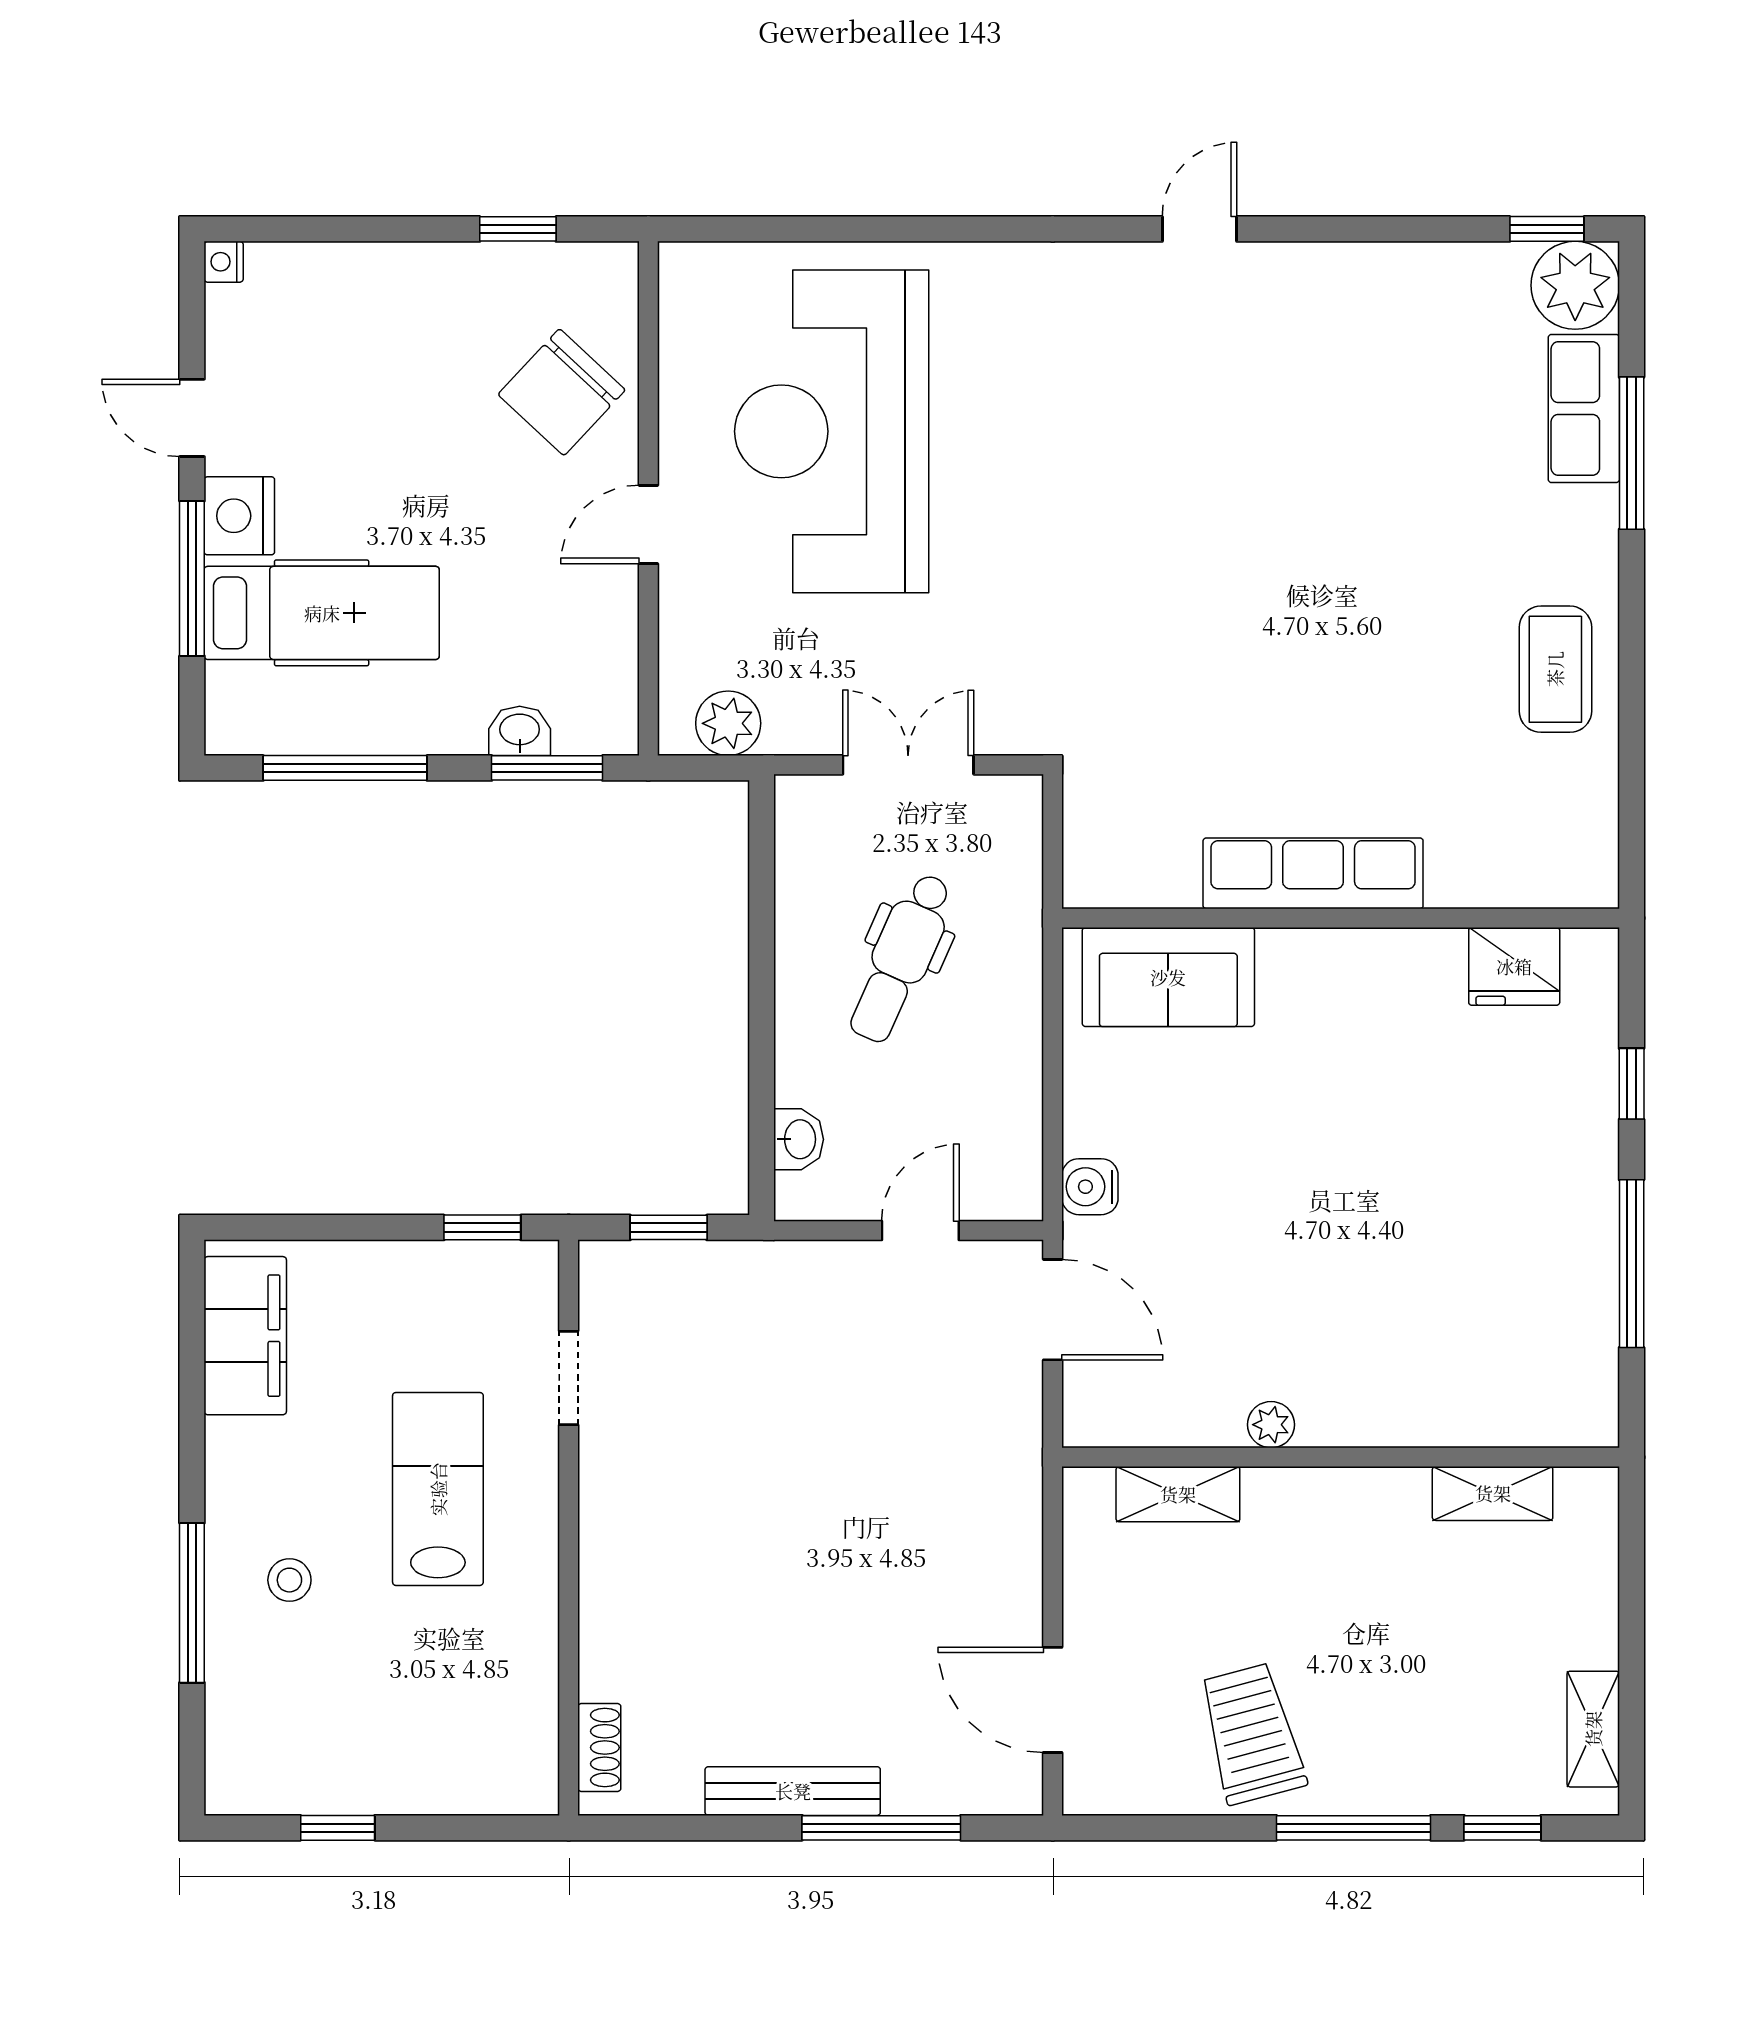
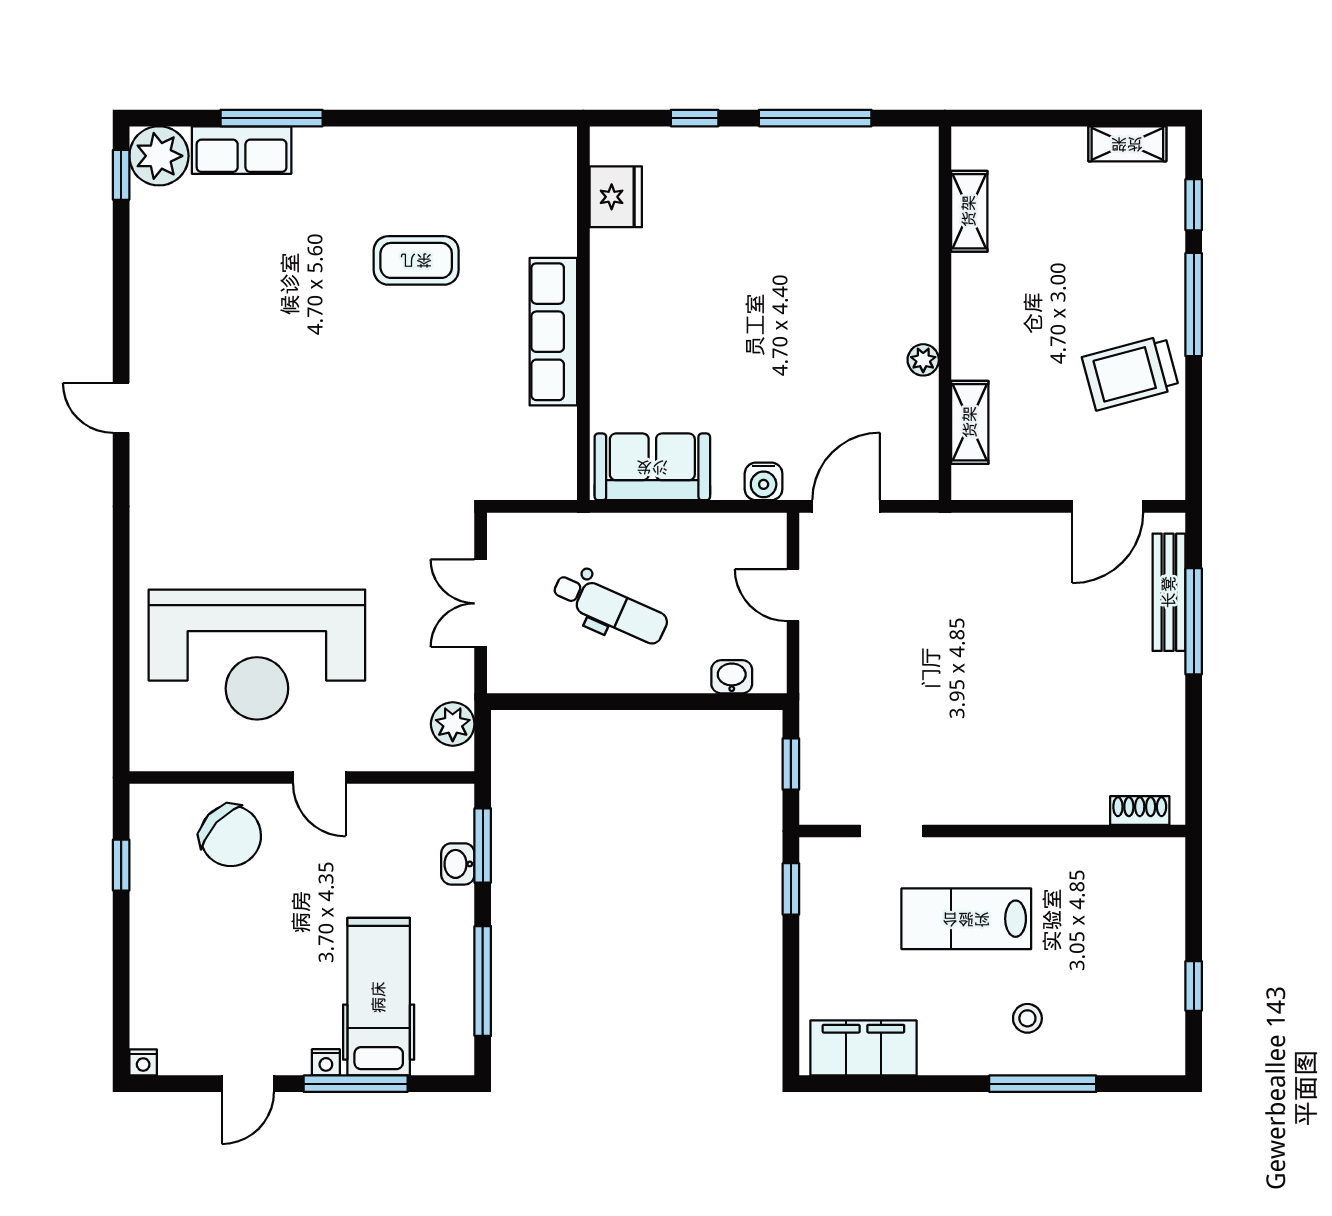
nightstand: (239, 516) -> (326, 1062), width x0.53, depth x0.56
coffee table: (1555, 669) -> (416, 260), moved
sofa: (1168, 977) -> (652, 467), moved, turned -90
bench: (793, 1791) -> (1169, 592), moved

